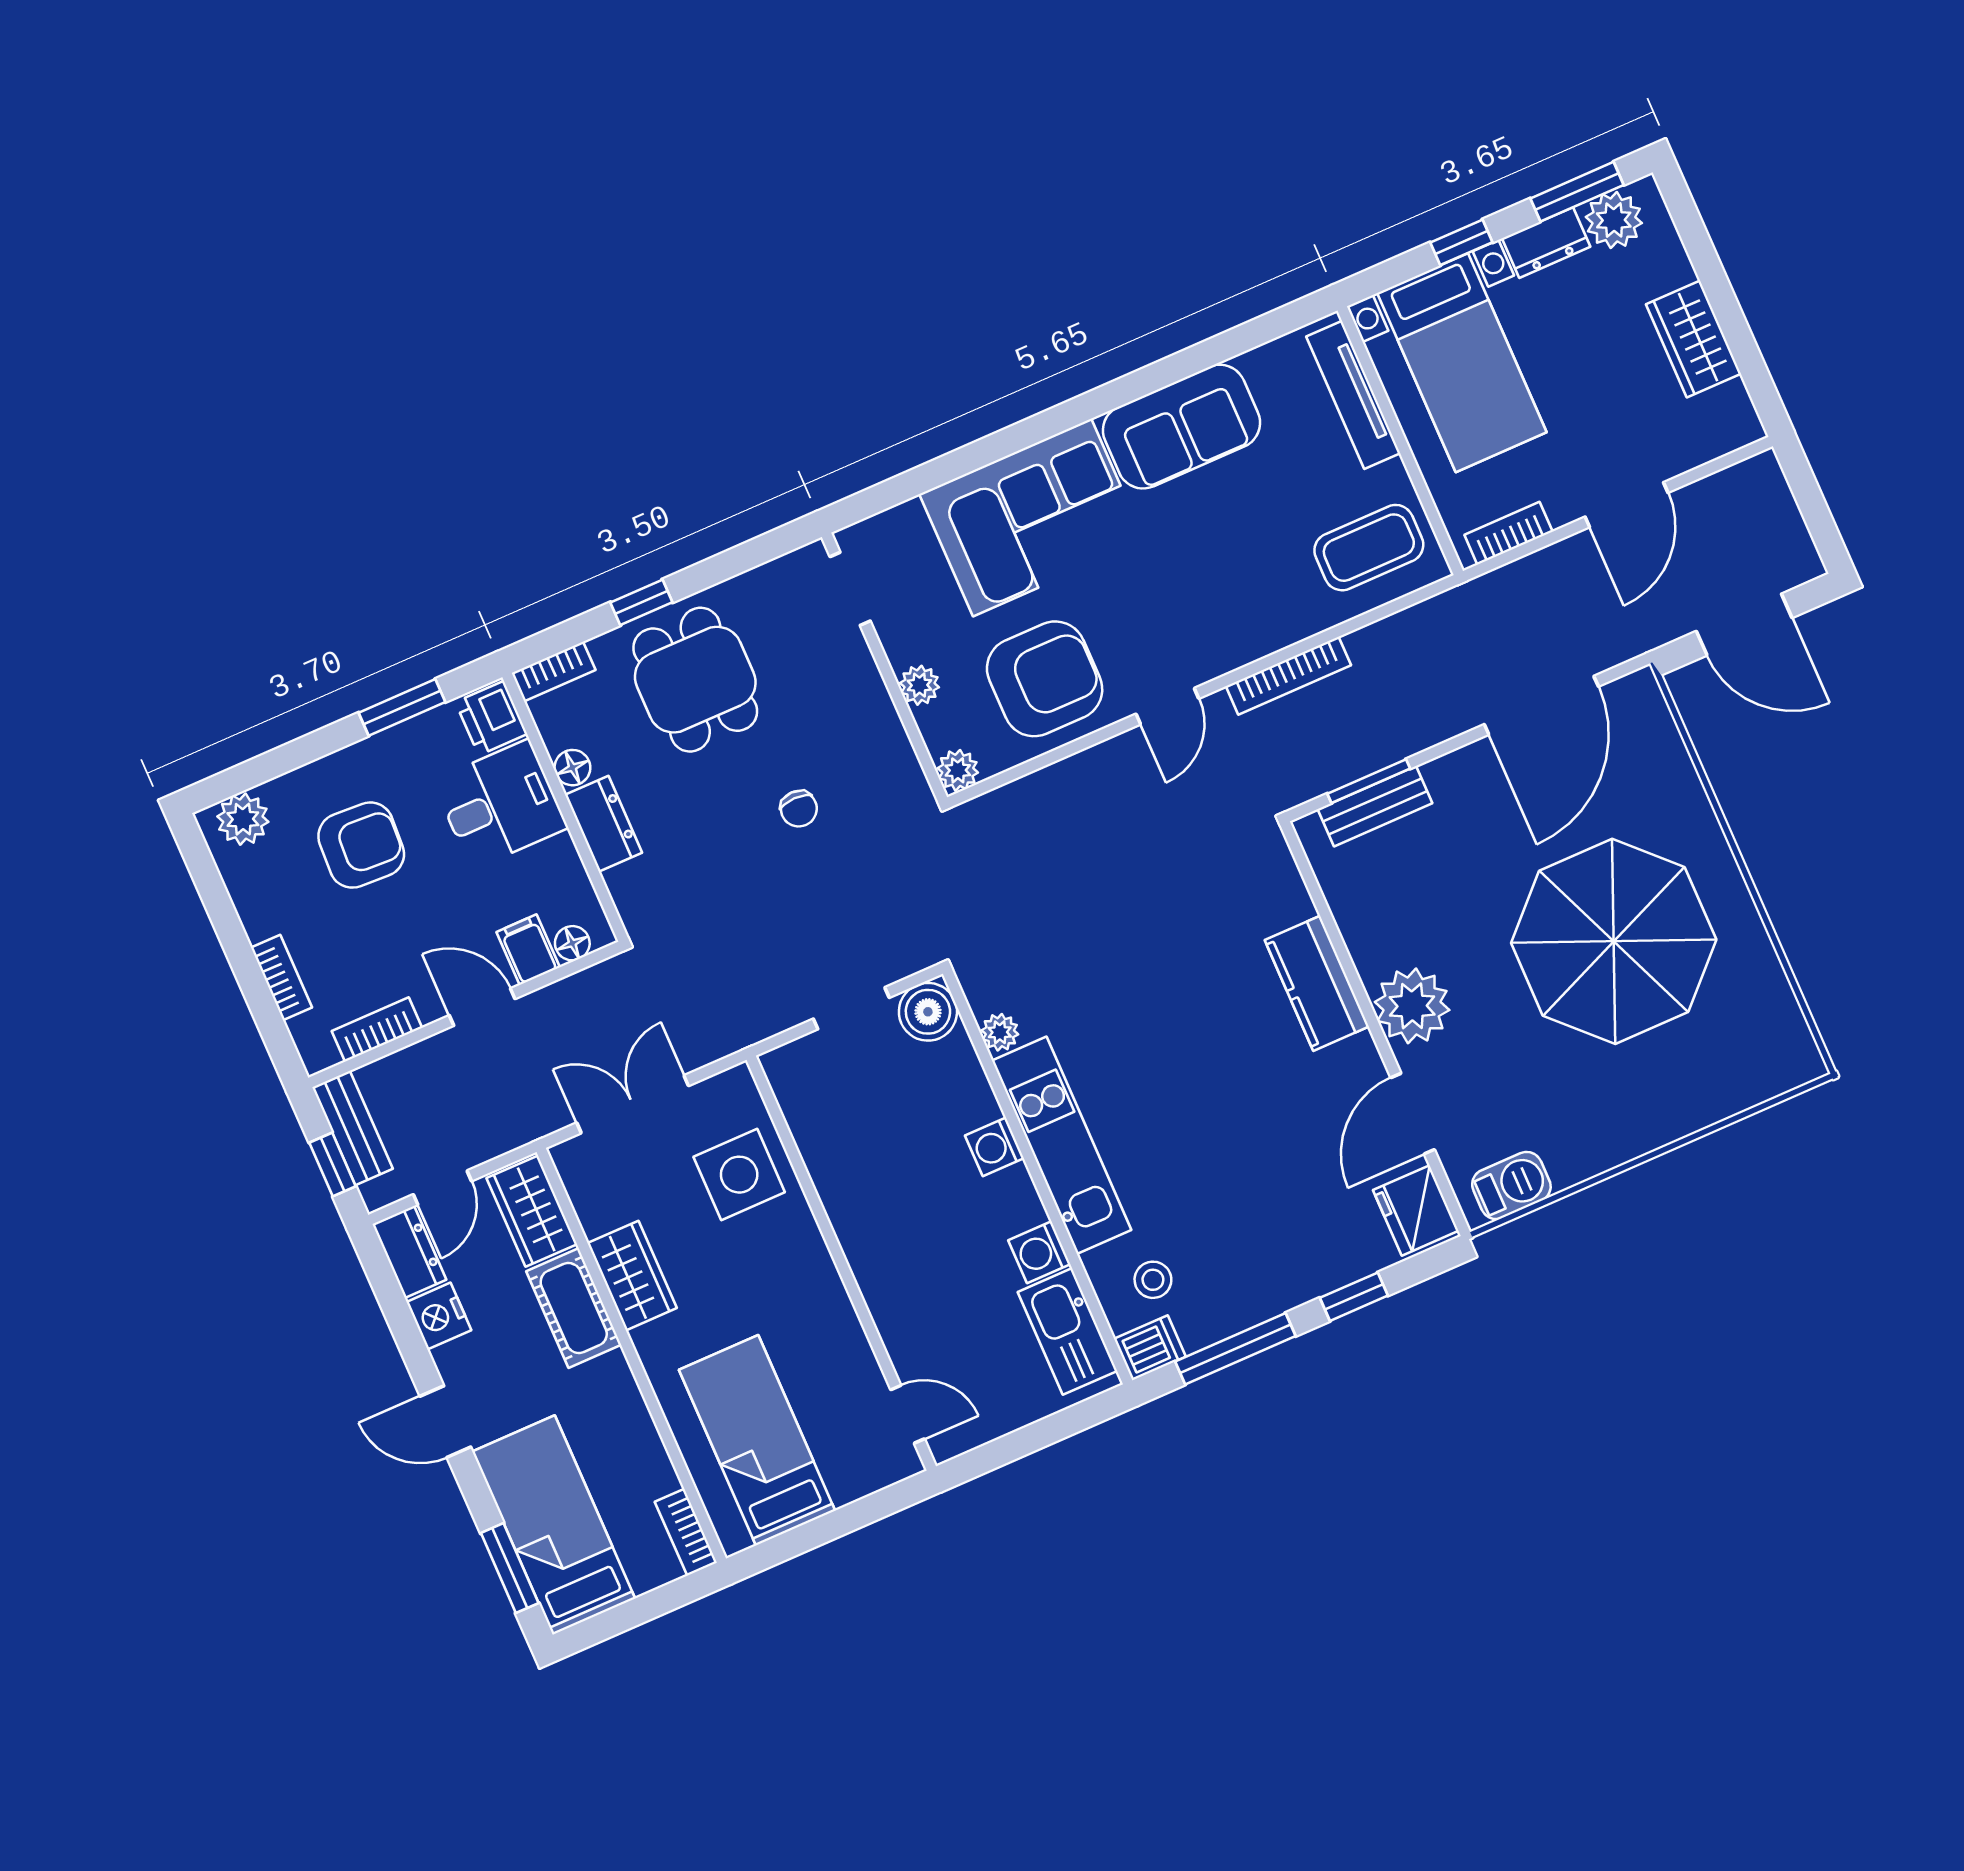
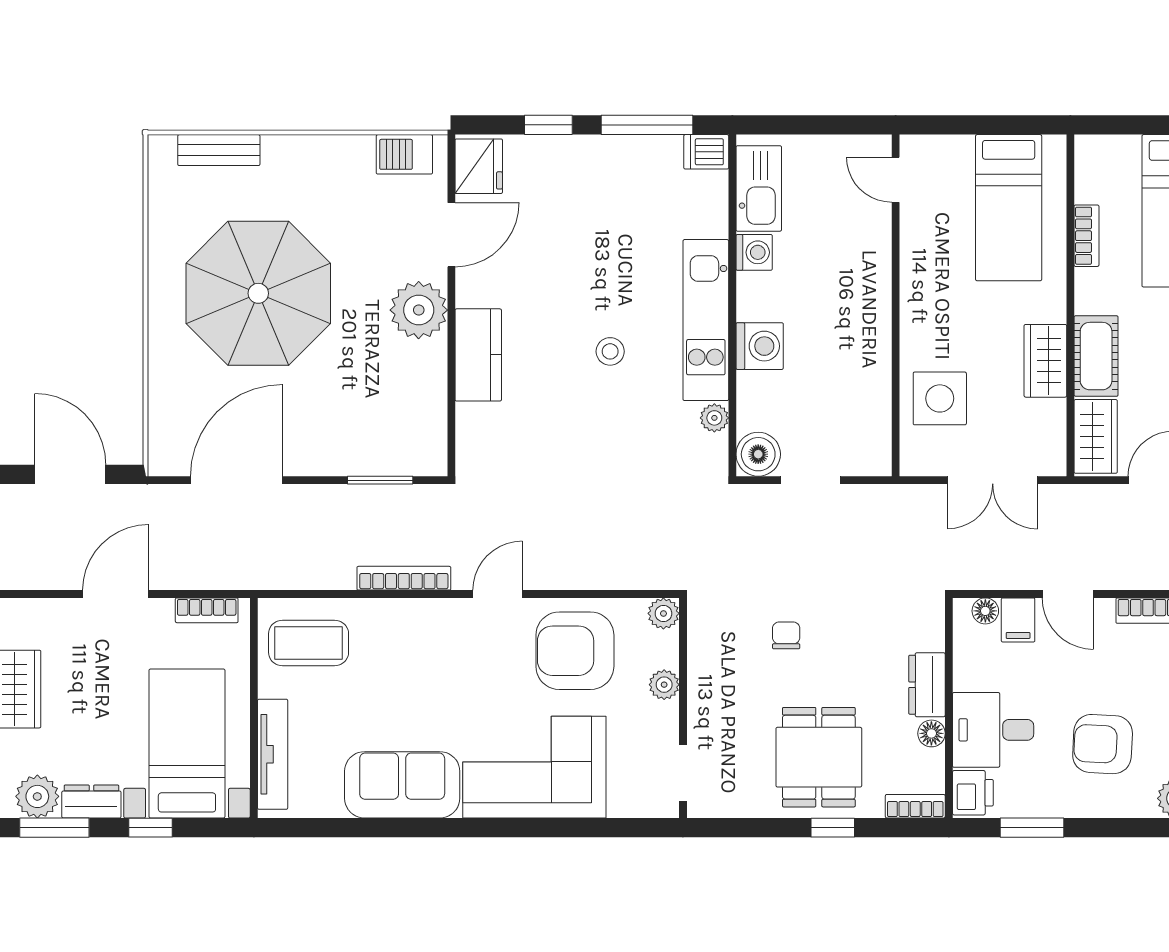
bench: (1375, 806) -> (219, 150), moved
washing machine: (994, 1147) -> (760, 346), width x1.38, depth x1.38
stool: (1153, 1280) -> (610, 351), moved
bookcase: (686, 1532) -> (1086, 236), moved

